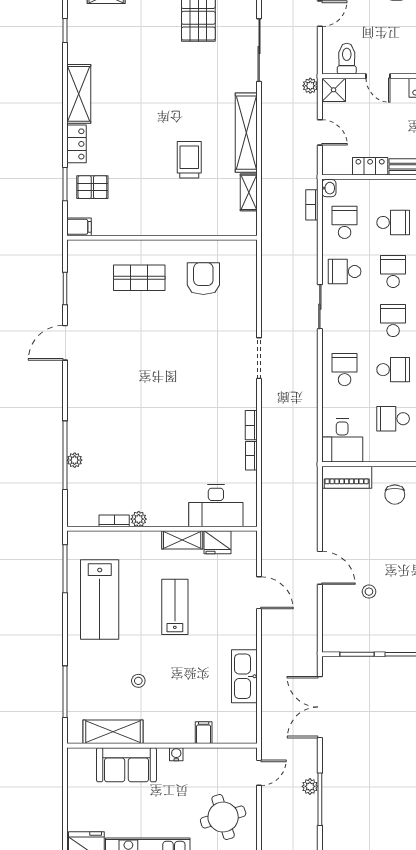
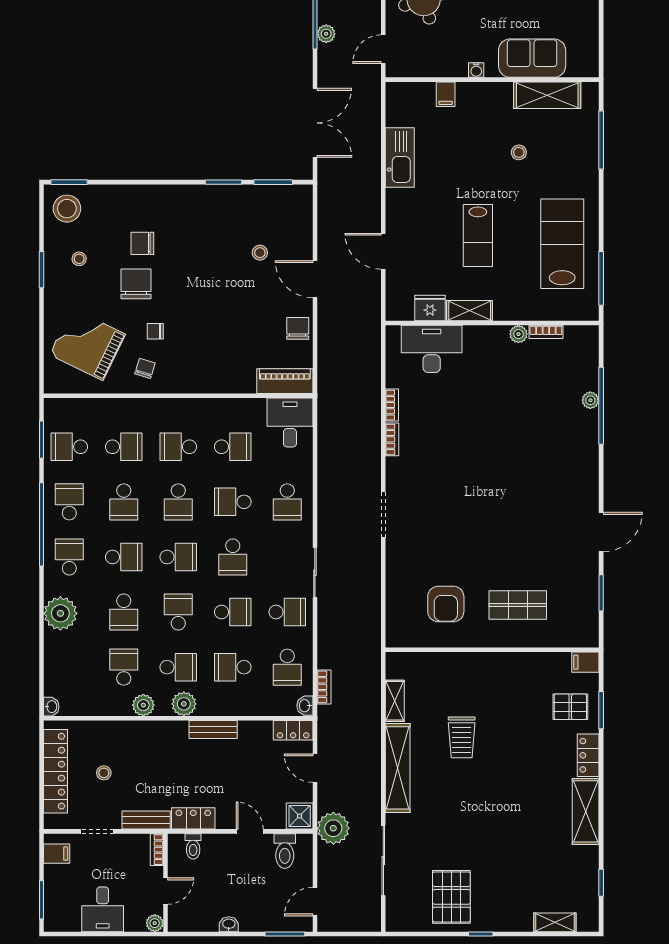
plant: (310, 86) -> (333, 828), width x1.87, depth x1.87
locker: (370, 166) -> (293, 730), moved
school desk: (393, 271) -> (233, 612), turned -90
chair: (395, 495) -> (298, 328), moved

